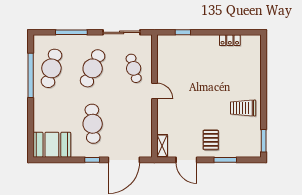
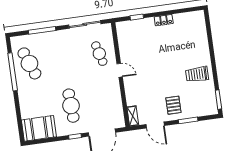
locker: (230, 40) -> (164, 20), moved
cafe table: (51, 68) -> (29, 63), turned -36
cafe table: (93, 68) -> (64, 59), removed

